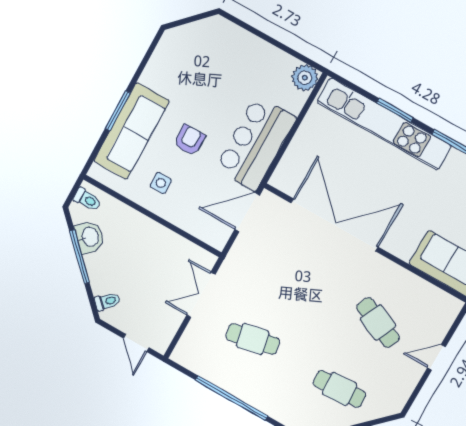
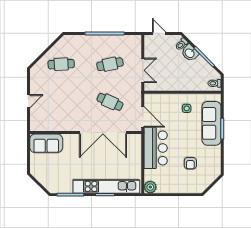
armchair: (189, 140) -> (190, 163), moved
door: (247, 212) -> (143, 117), hinge flipped
washbasin: (90, 237) -> (190, 53), moved
cafe table: (378, 323) -> (110, 102), moved

